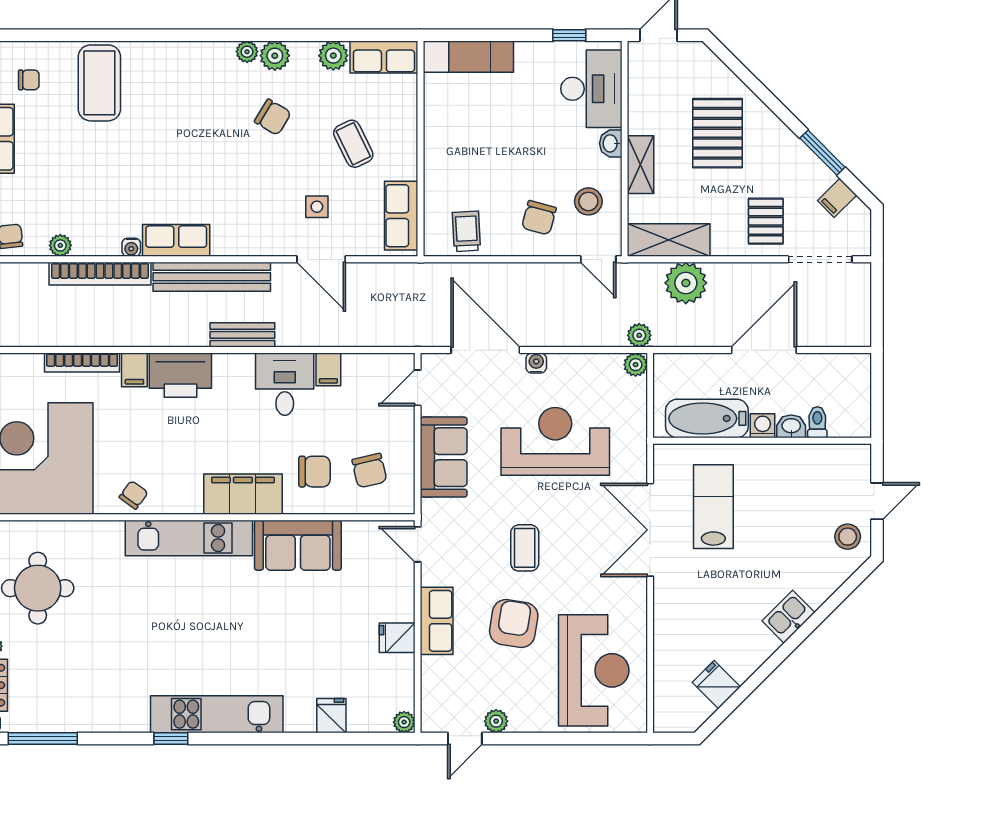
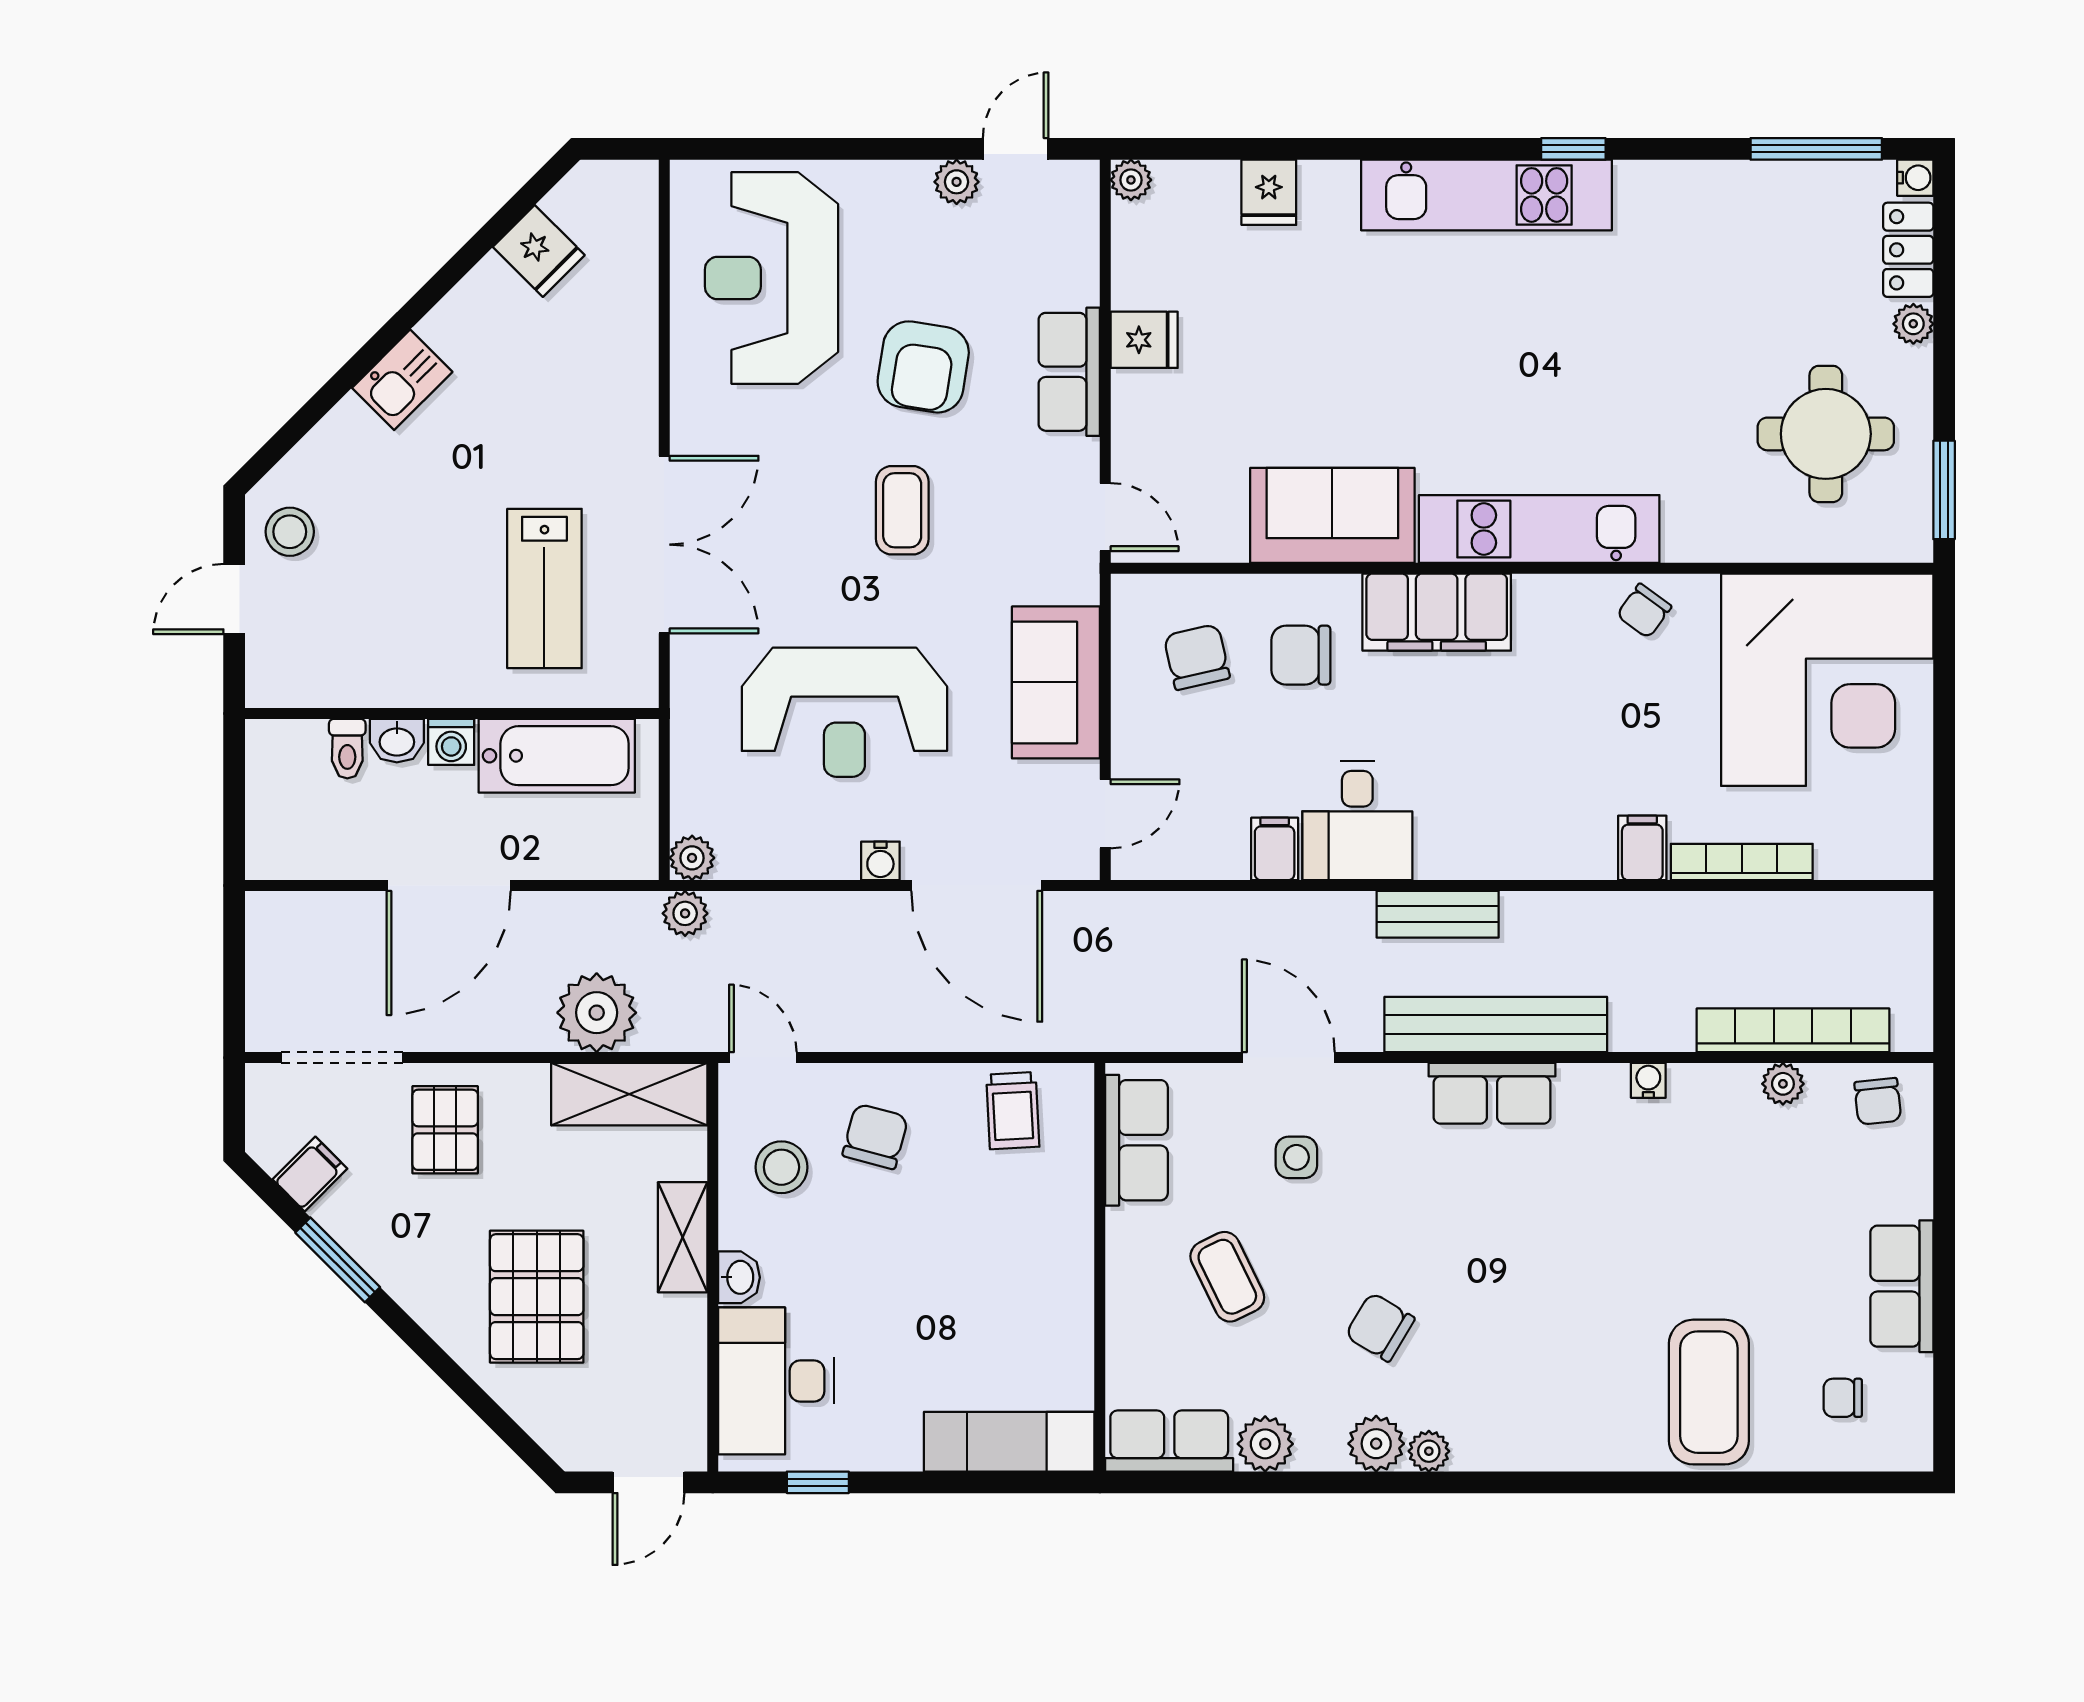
row of seats: (176, 240) -> (1492, 1093), moved
bookcase: (100, 274) -> (1793, 1030), moved
printer: (180, 375) -> (1555, 838), removed

